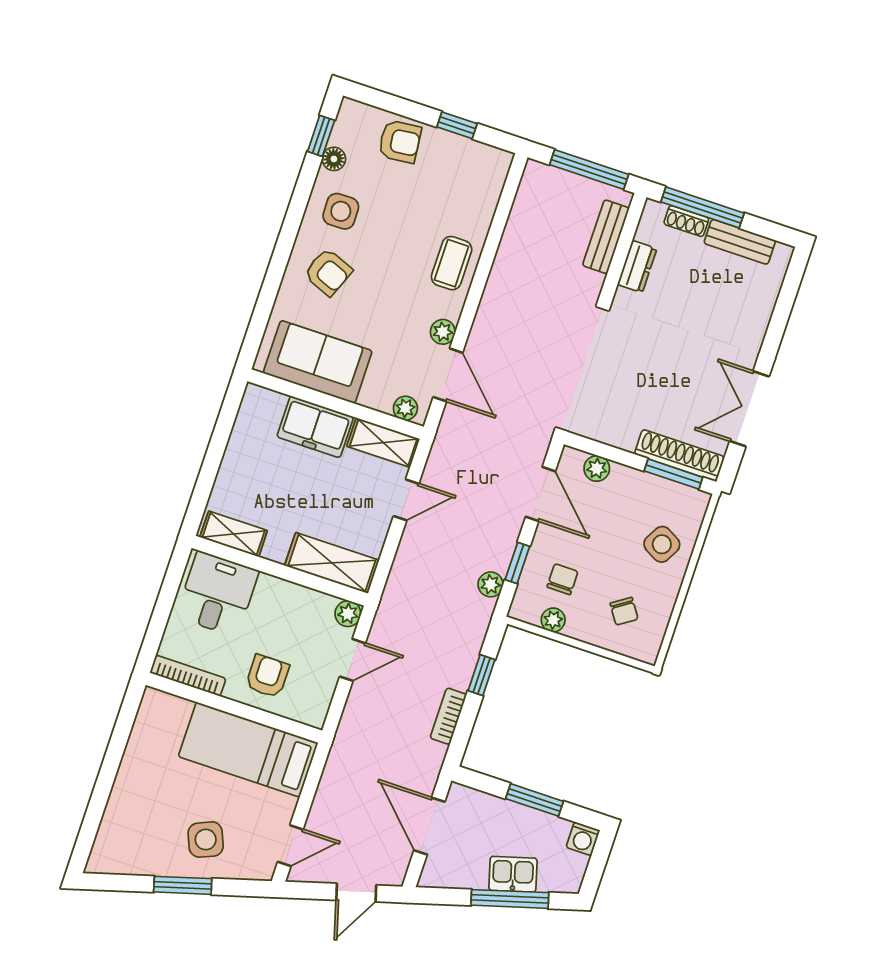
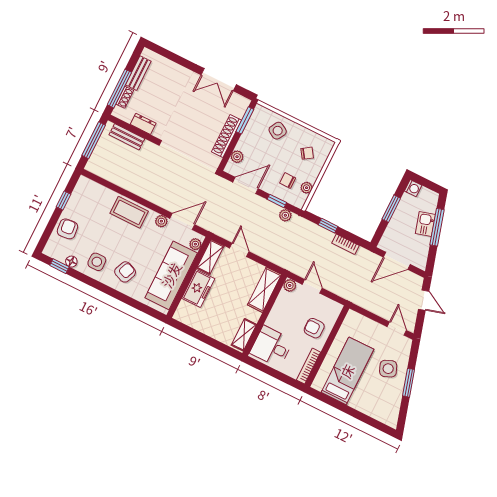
coffee table: (452, 263) -> (129, 212), width x1.36, depth x1.30
sofa: (318, 362) -> (171, 275), width x1.36
shoe rack: (679, 455) -> (227, 136), moved
bed: (248, 750) -> (347, 371), moved, turned 180

